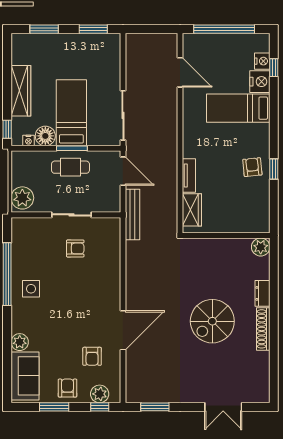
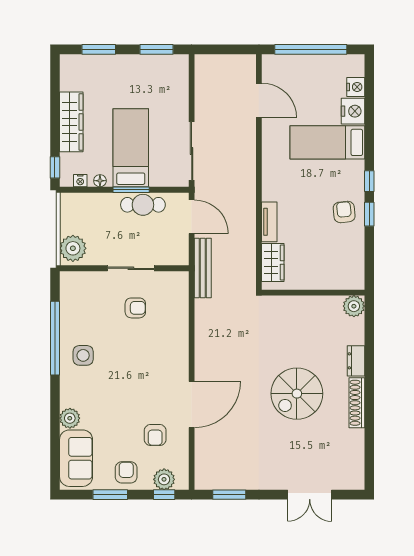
window: (274, 68) -> (369, 181), moved
floor lamp: (45, 136) -> (100, 181), width x0.53, depth x0.53
cafe table: (70, 167) -> (143, 205), moved

